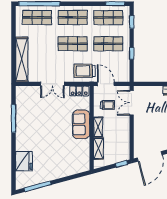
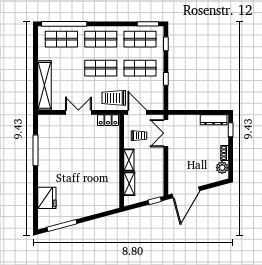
double door: (52, 84) -> (78, 112), swing flipped
sofa: (81, 124) -> (110, 157), removed

